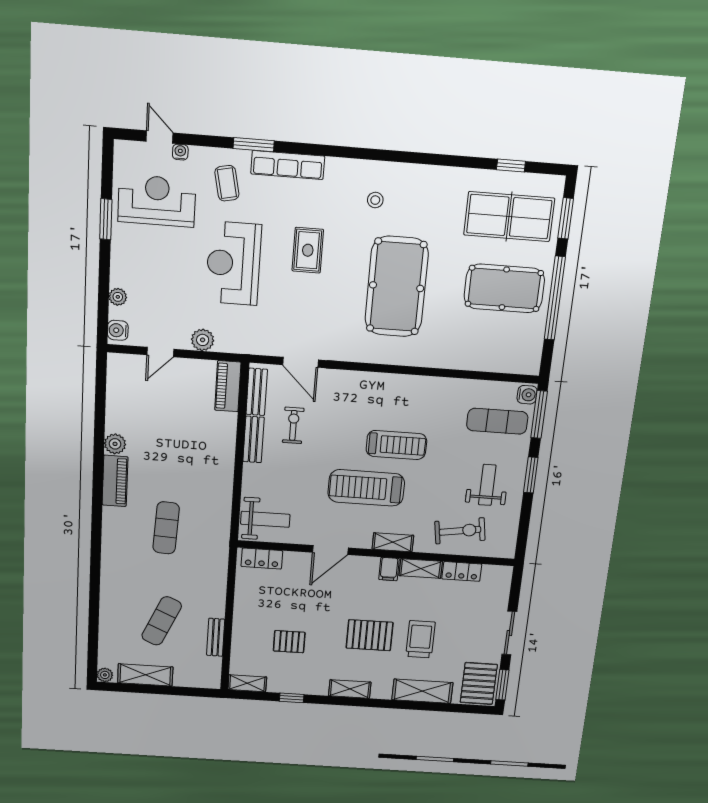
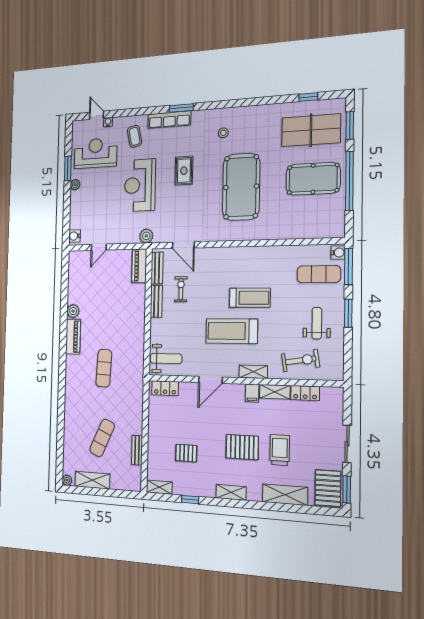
window: (254, 145) -> (181, 108), moved
plant: (118, 297) -> (75, 185), moved
plant: (203, 340) -> (146, 236), moved

